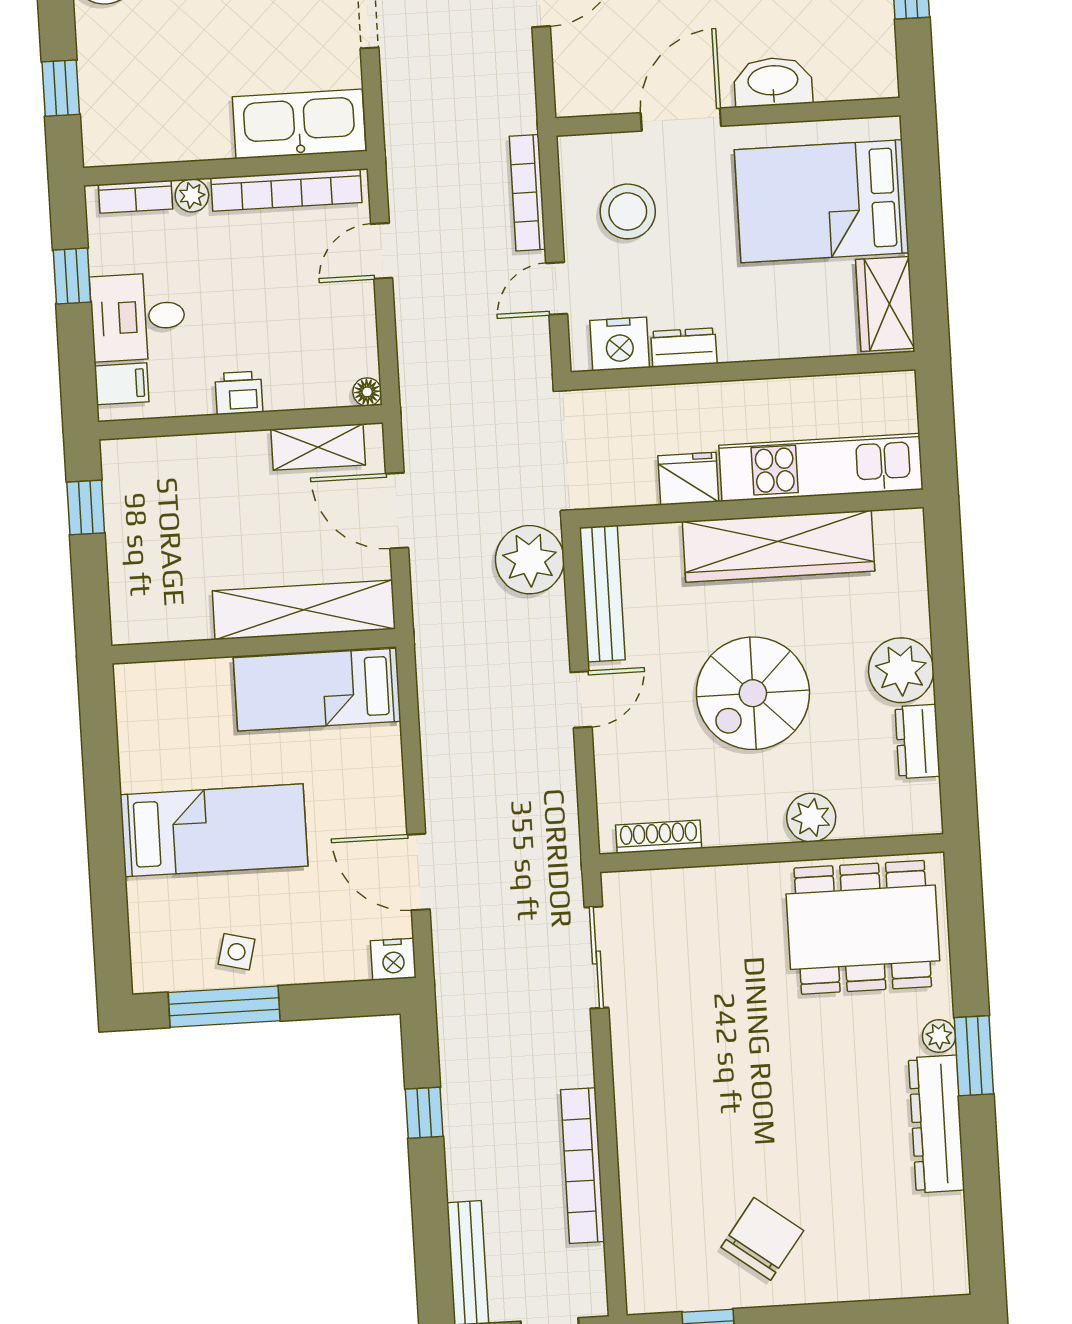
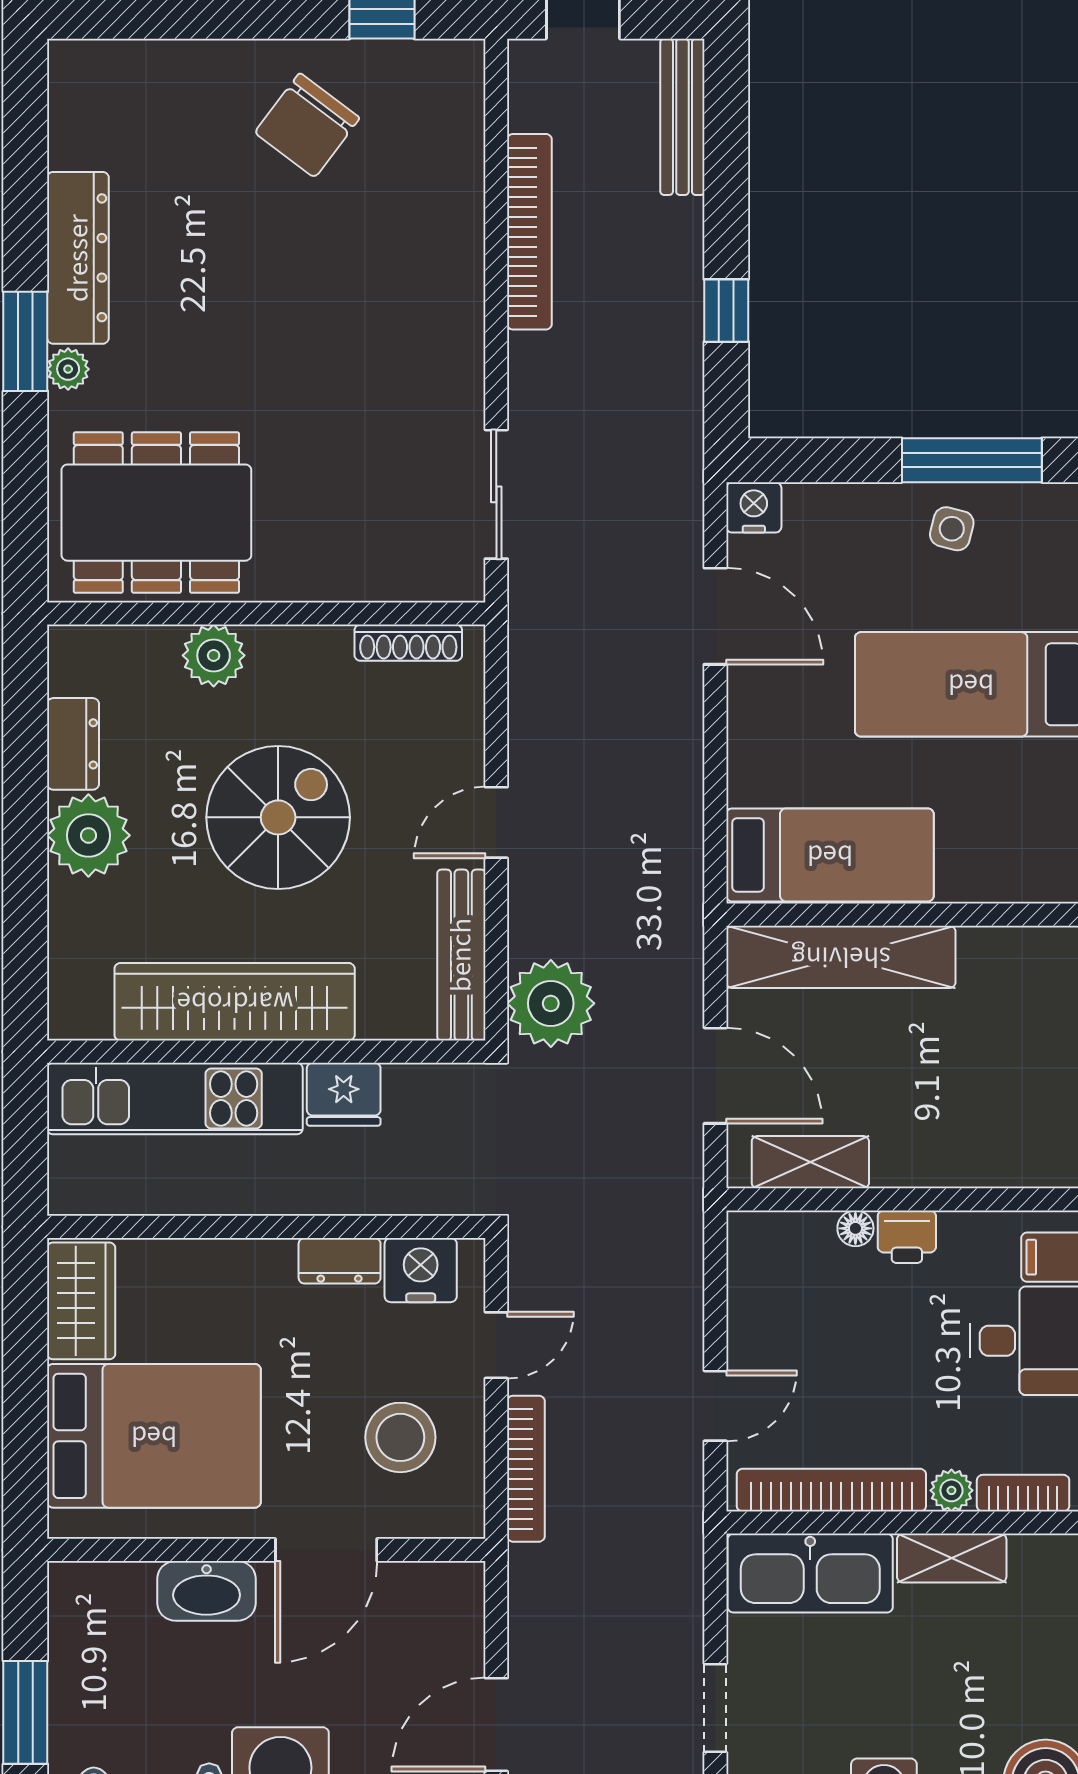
shelving: (189, 142) -> (952, 1558), added
floor lamp: (367, 392) -> (855, 1228), moved

